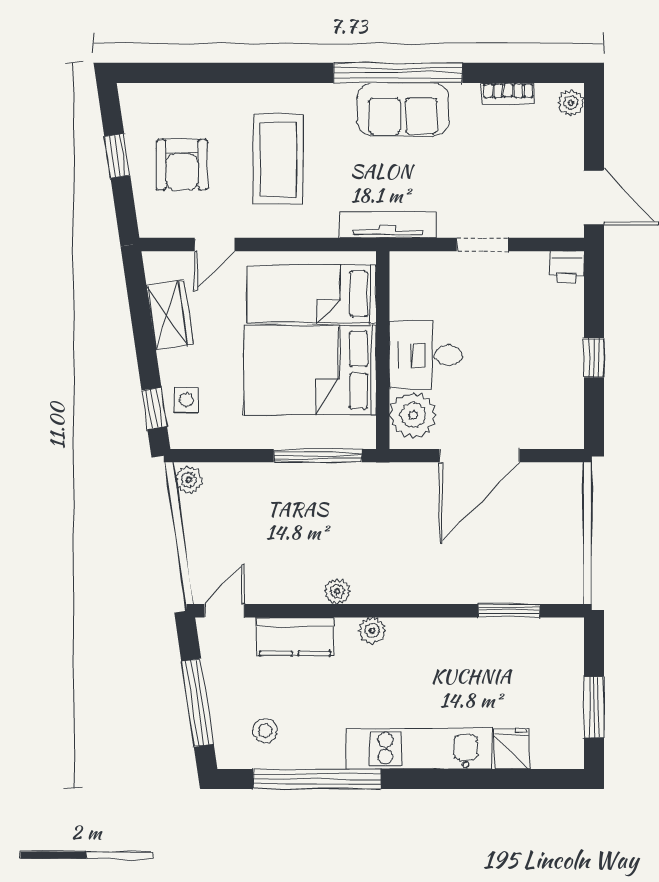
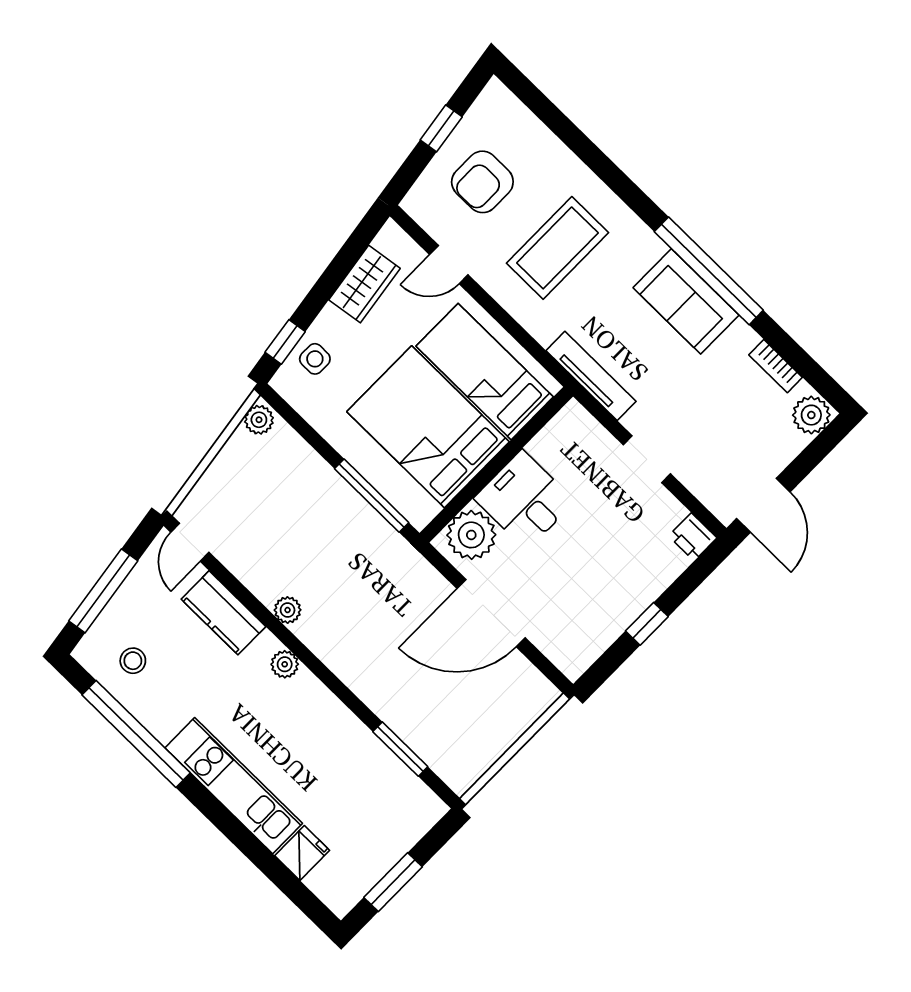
plant: (571, 103) -> (811, 415), width x1.38, depth x1.38
door: (224, 611) -> (190, 542), swing flipped

